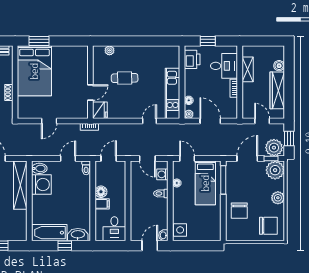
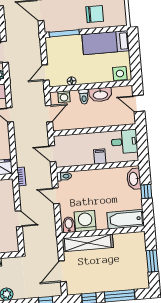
bed: (205, 183) -> (106, 43), moved, turned 180
floor lamp: (101, 192) -> (87, 159), removed
bathtub: (49, 233) -> (126, 219), moved, turned 90
washbasin: (163, 235) -> (100, 95), moved, width x1.91, depth x1.45

